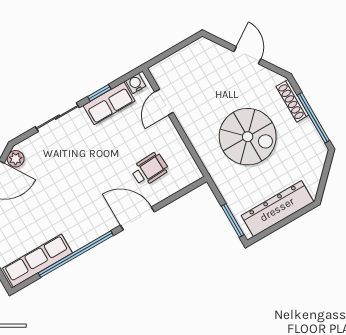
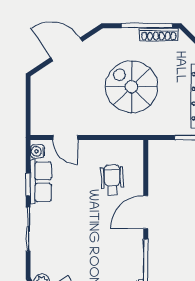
door: (247, 55) -> (67, 49), width x1.38
shoe rack: (292, 101) -> (159, 35), moved
spiral stairs: (248, 137) -> (131, 87), turned -90

